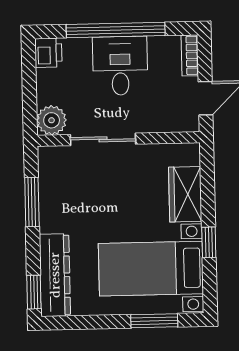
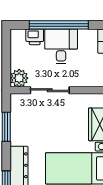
printer: (48, 53) -> (35, 37), moved, turned 90

